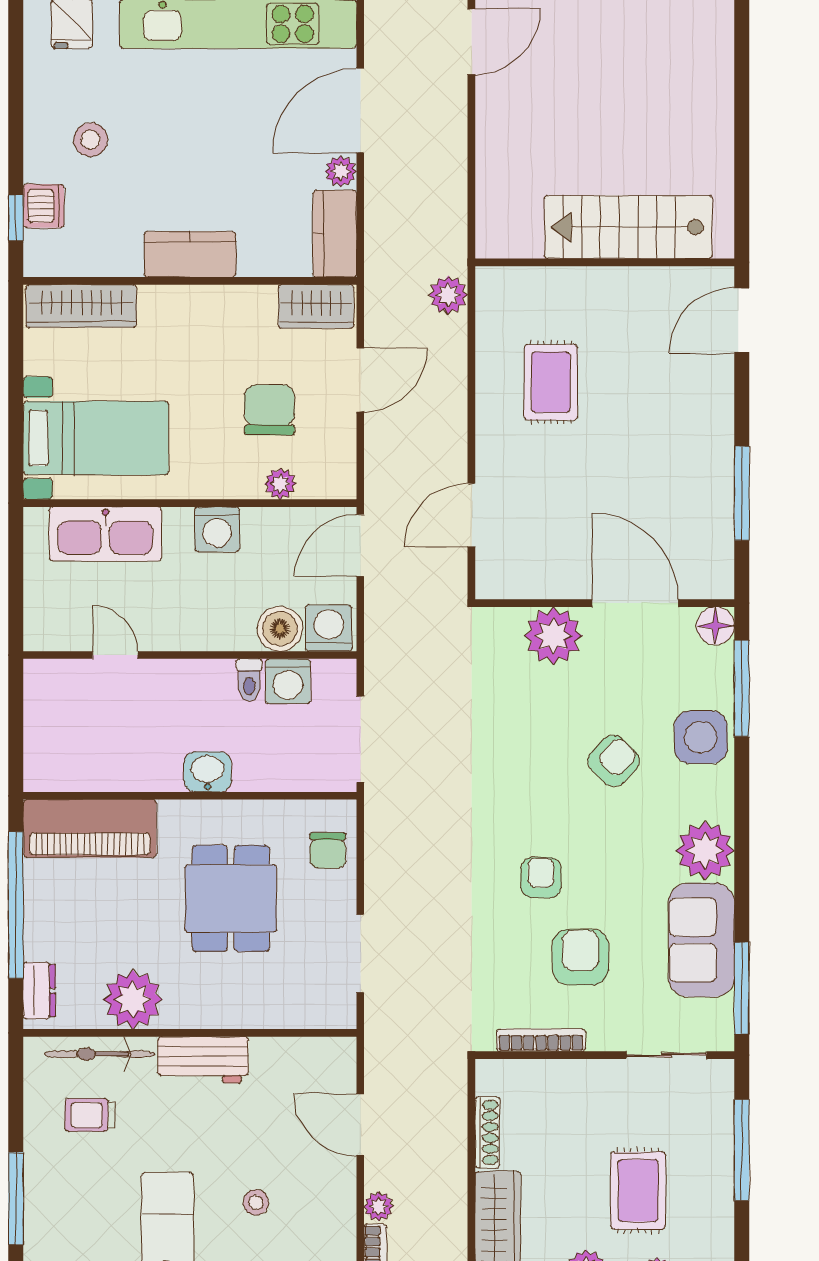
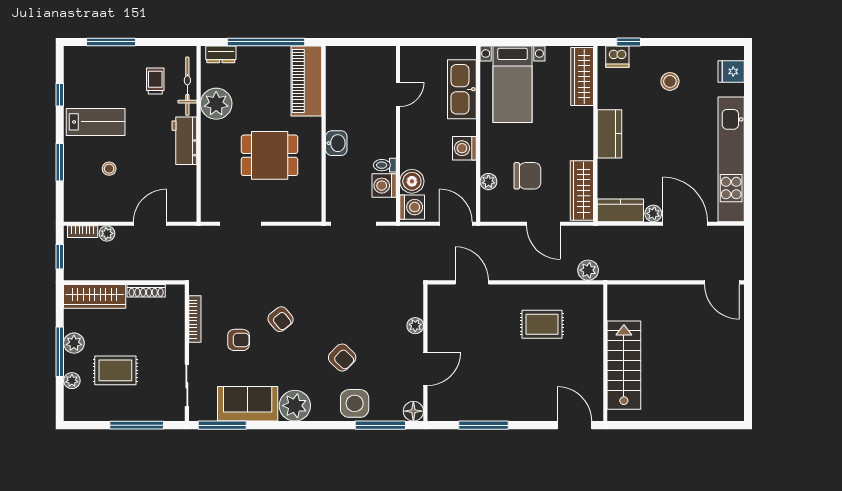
dishwasher: (44, 206) -> (617, 57), moved
wardrobe: (316, 307) -> (582, 191), width x1.50
door: (635, 603) -> (425, 369), width x0.73
plant: (553, 636) -> (415, 326), width x0.53, depth x0.53
chair: (328, 851) -> (295, 207), removed
armchair: (541, 878) -> (281, 319), turned 51
armchair: (580, 957) -> (239, 340), width x0.72, depth x0.72

